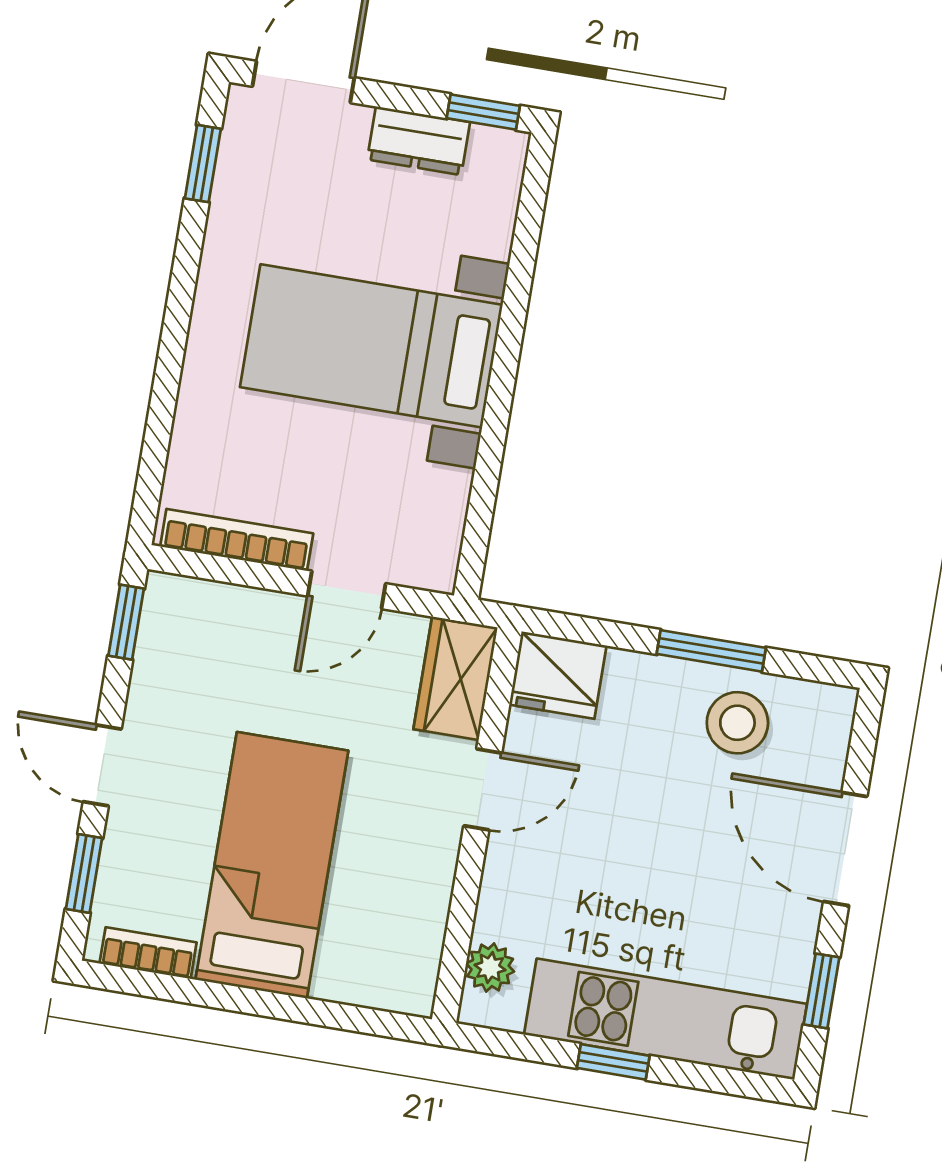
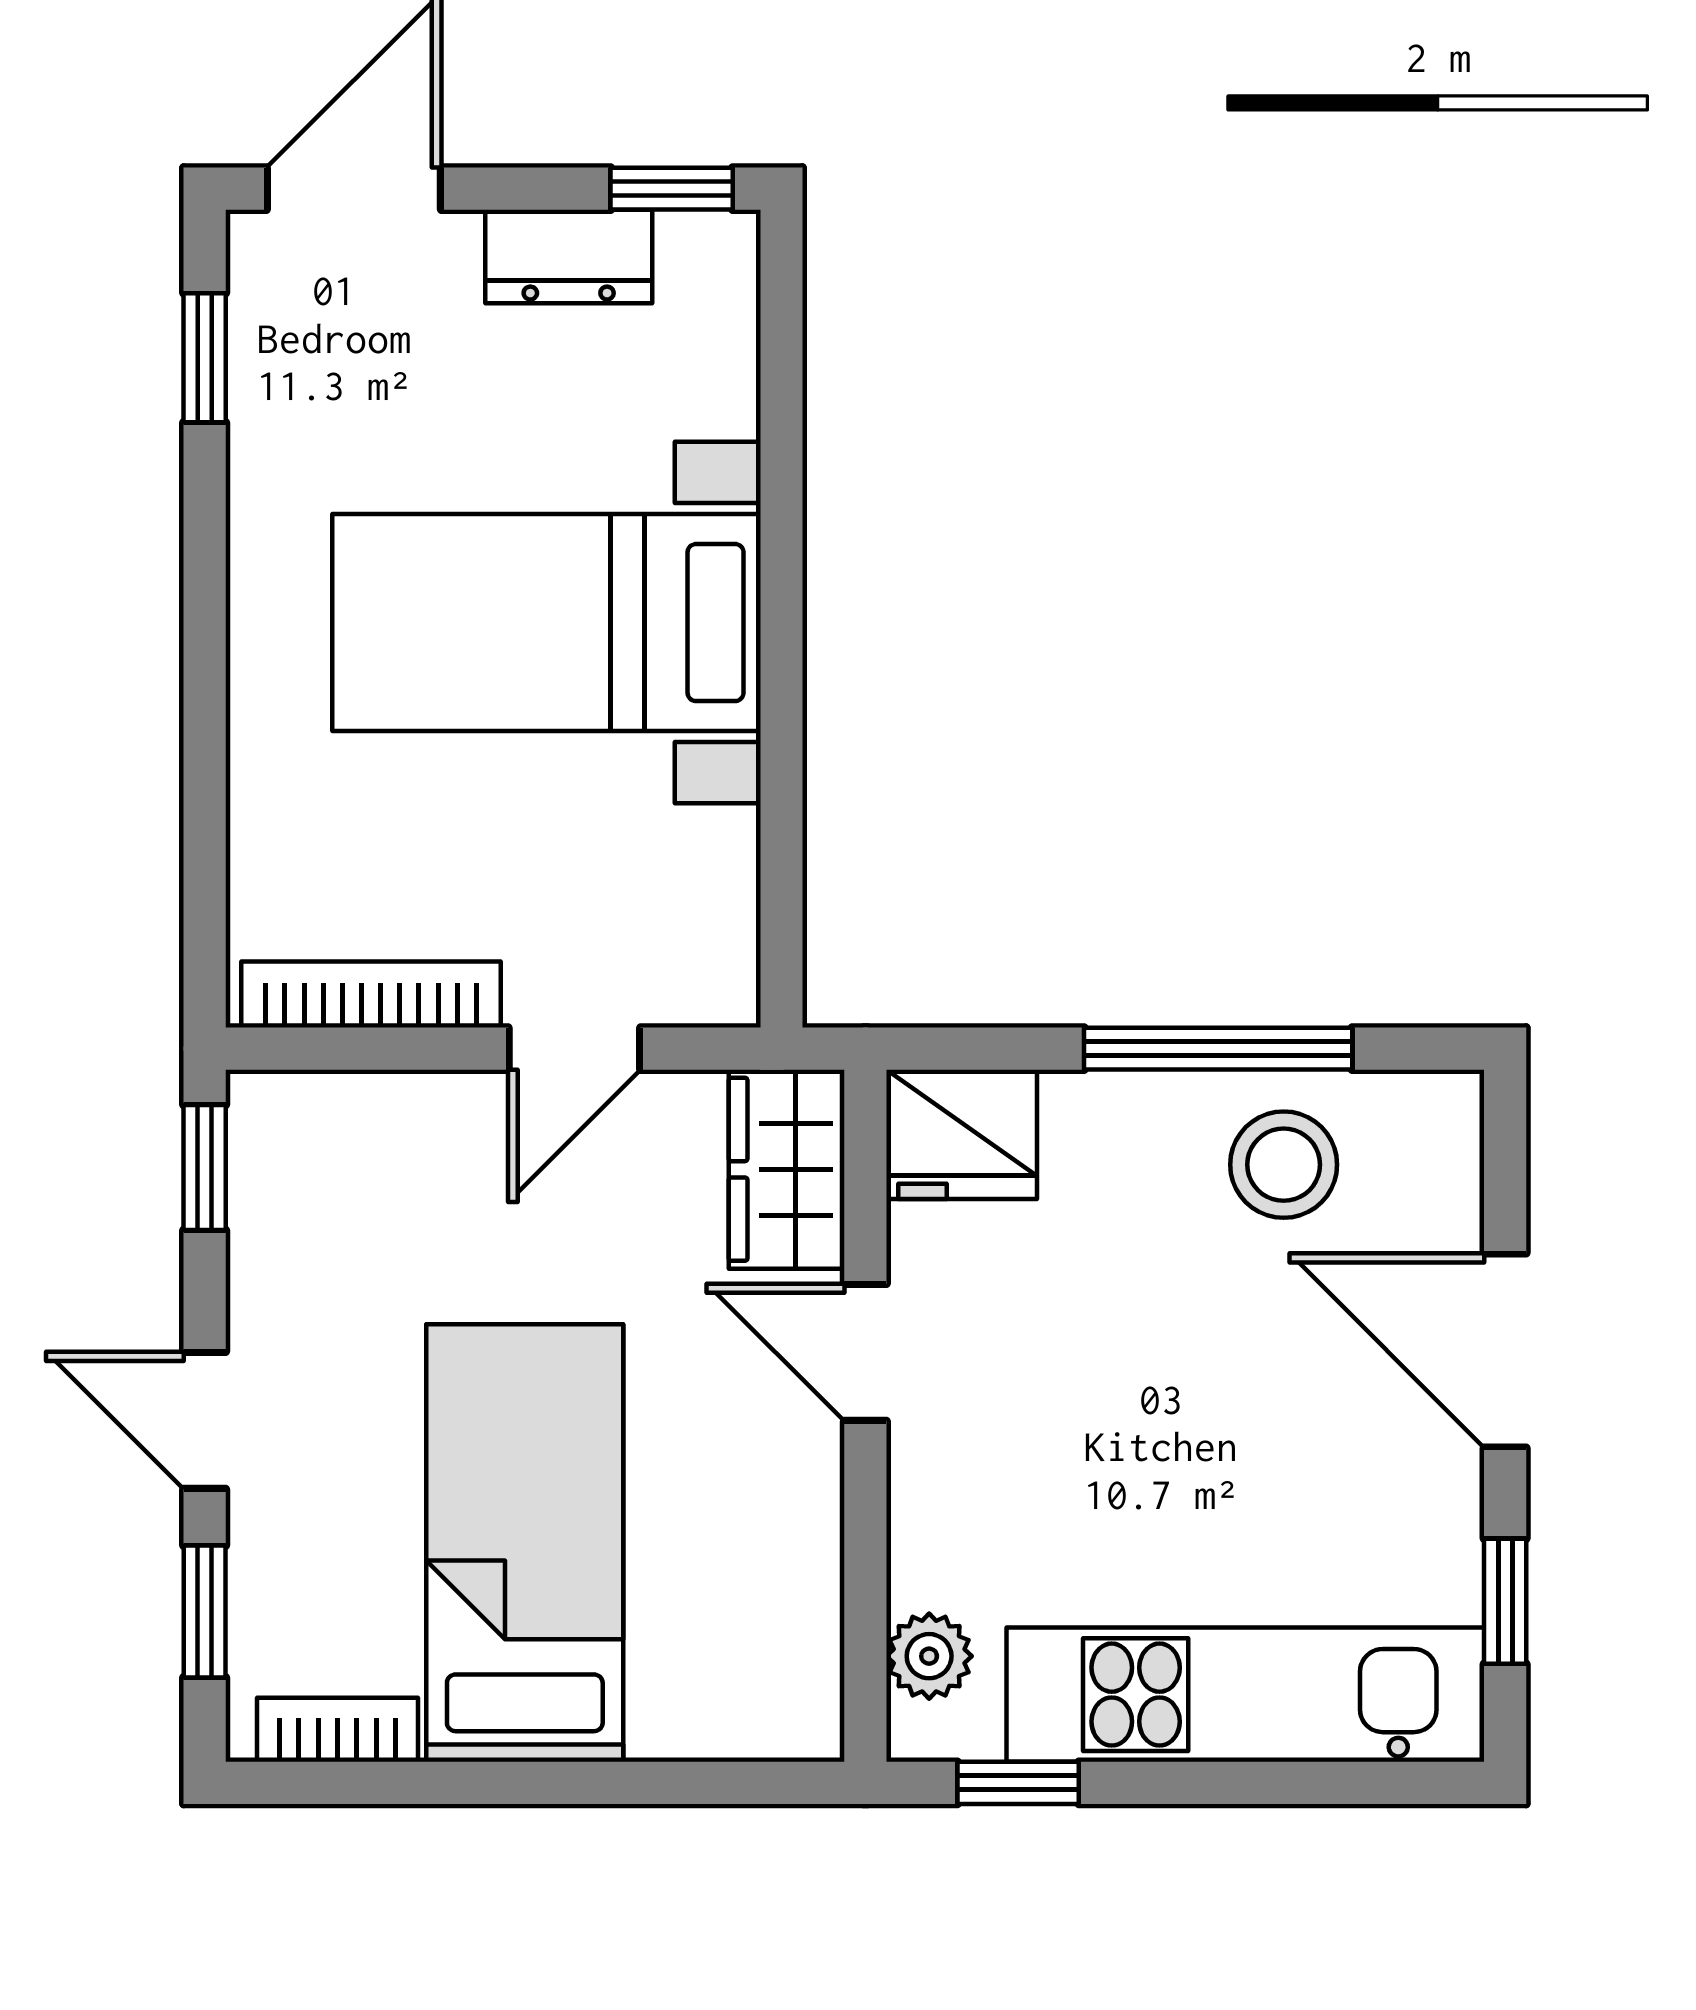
window: (711, 651) -> (1218, 1049), width x1.44
door: (483, 789) -> (865, 1352), swing flipped
window: (613, 1062) -> (1018, 1783), moved

